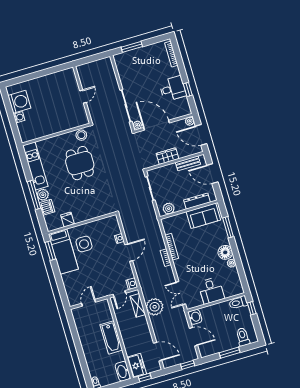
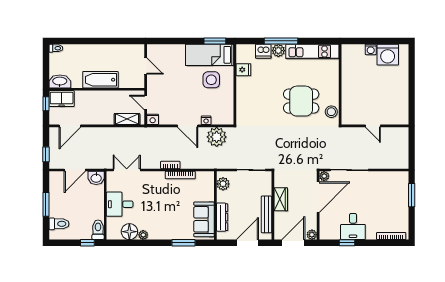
bench: (188, 163) -> (266, 214), width x1.36
floor lamp: (225, 252) -> (129, 232), moved
plant: (155, 307) -> (217, 137), moved

